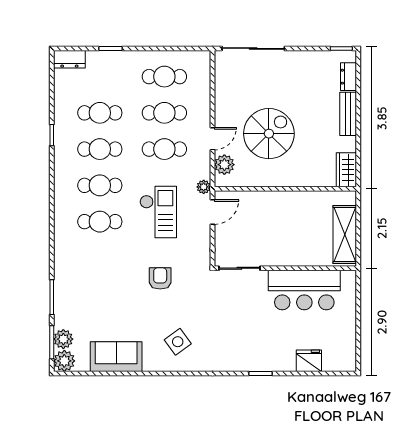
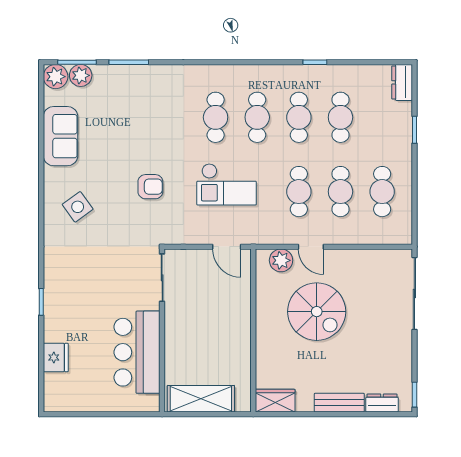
plant: (204, 187) -> (255, 237), removed

